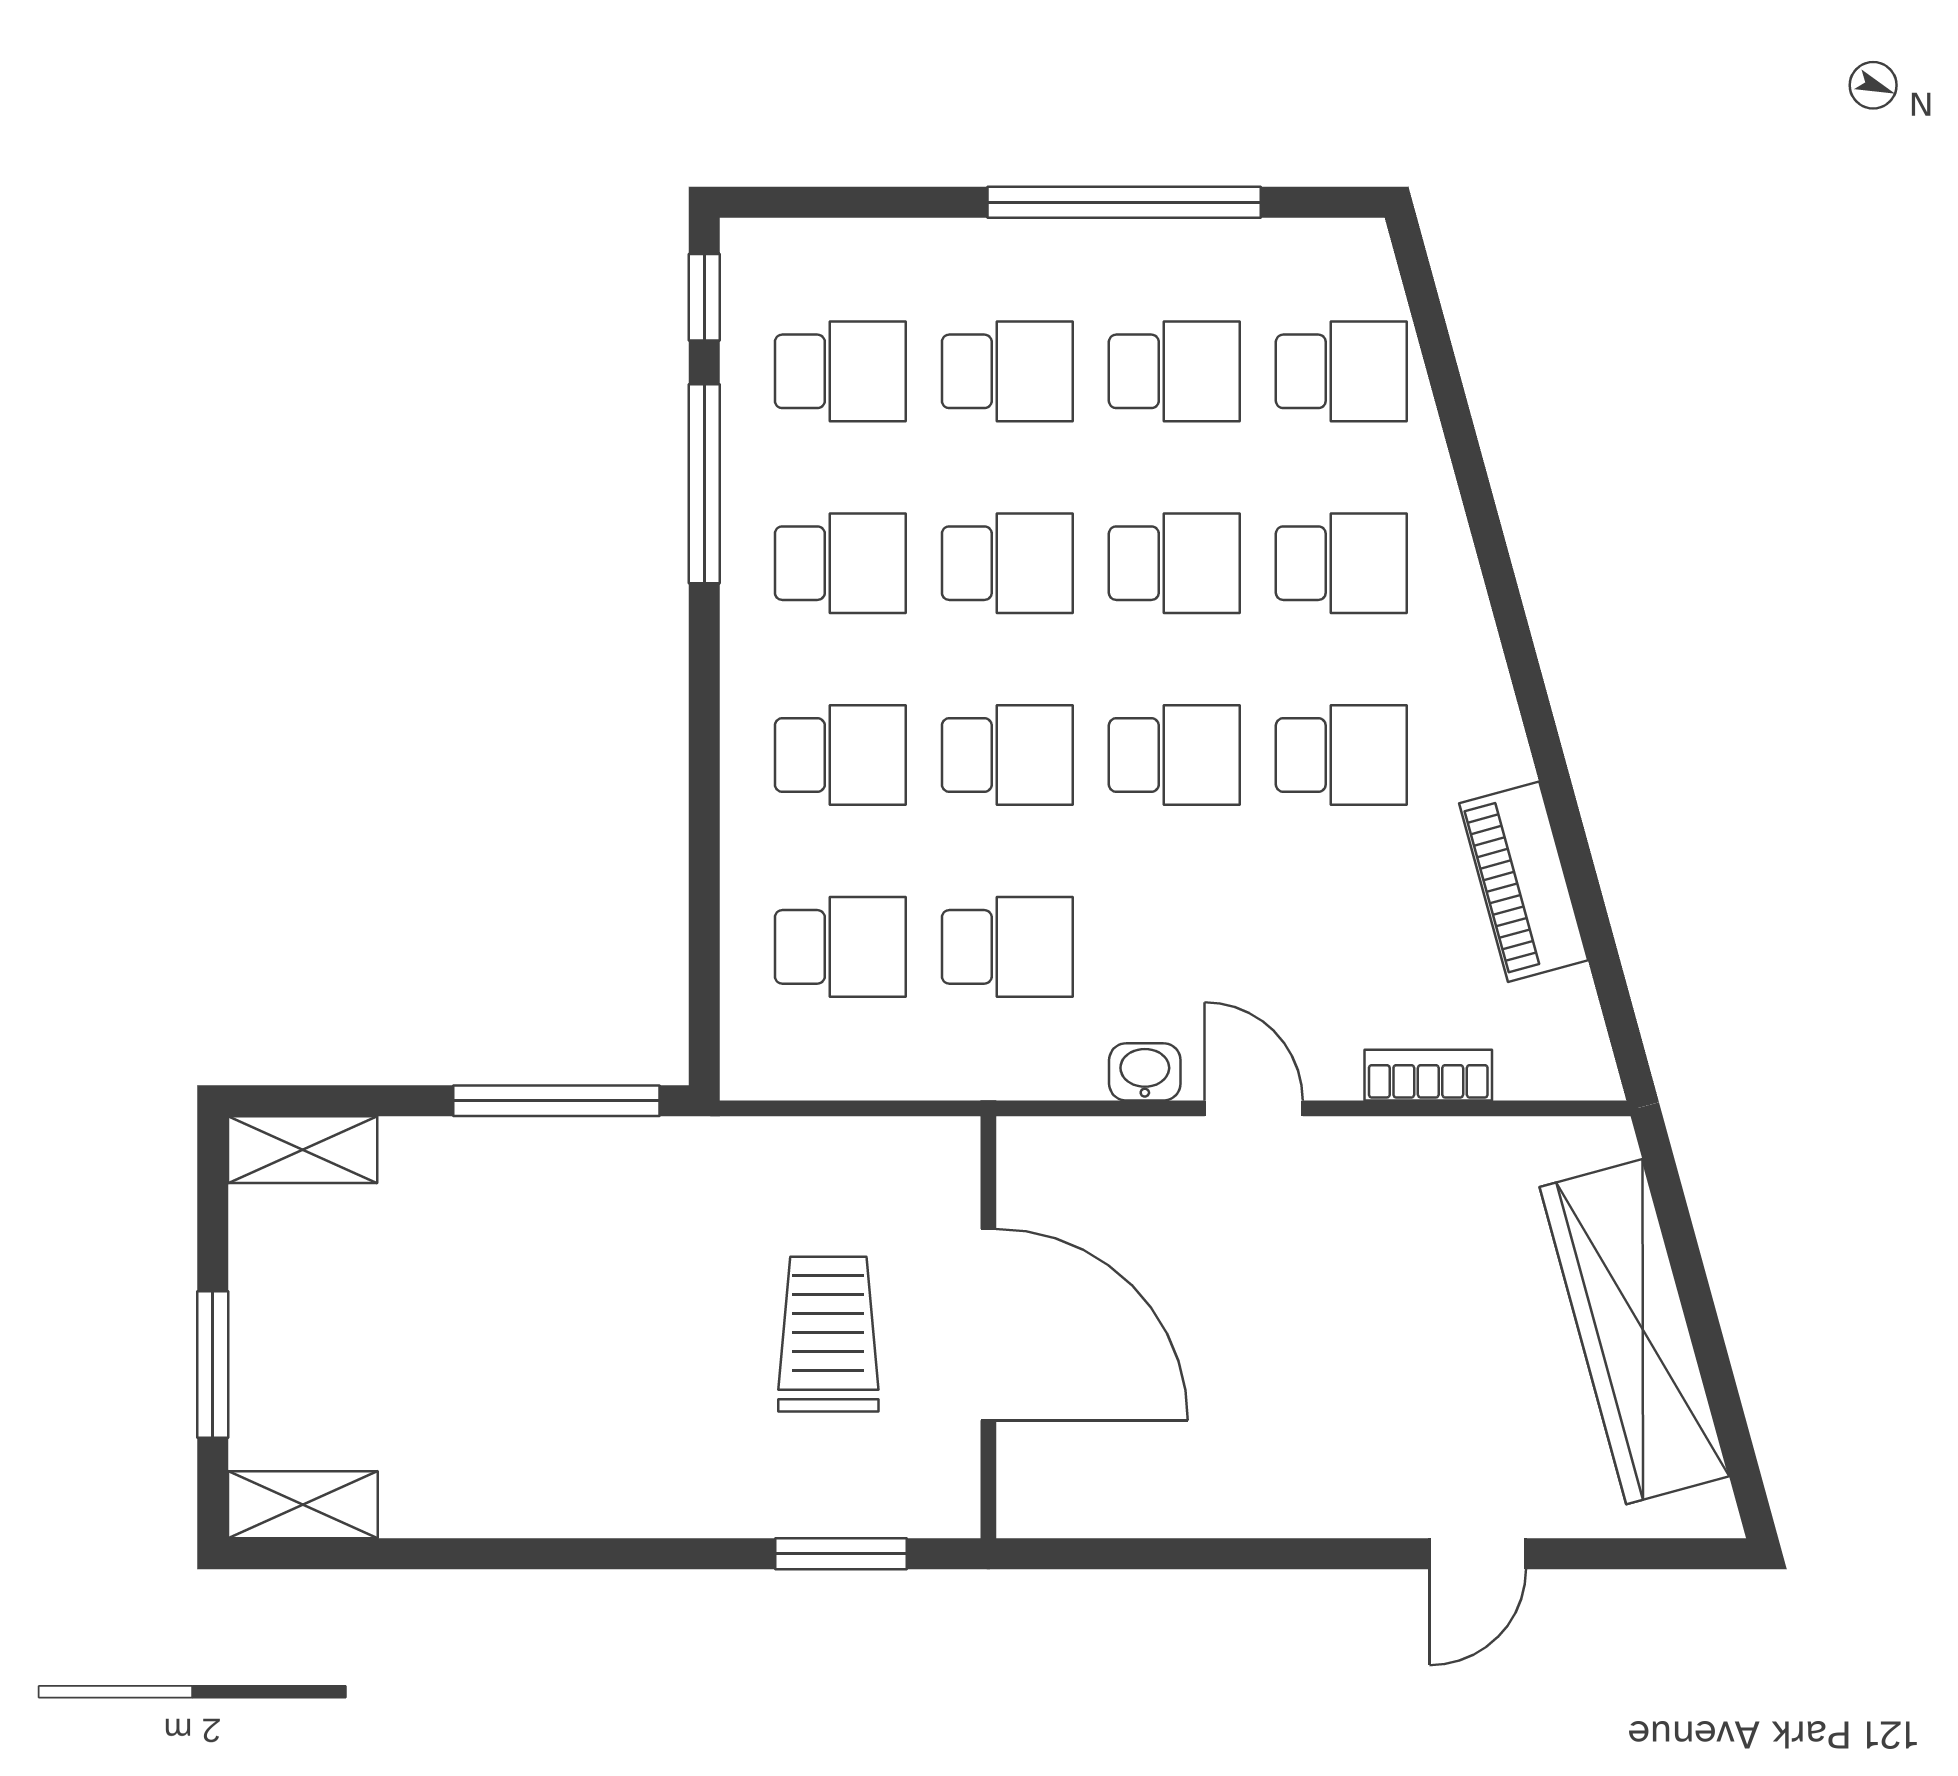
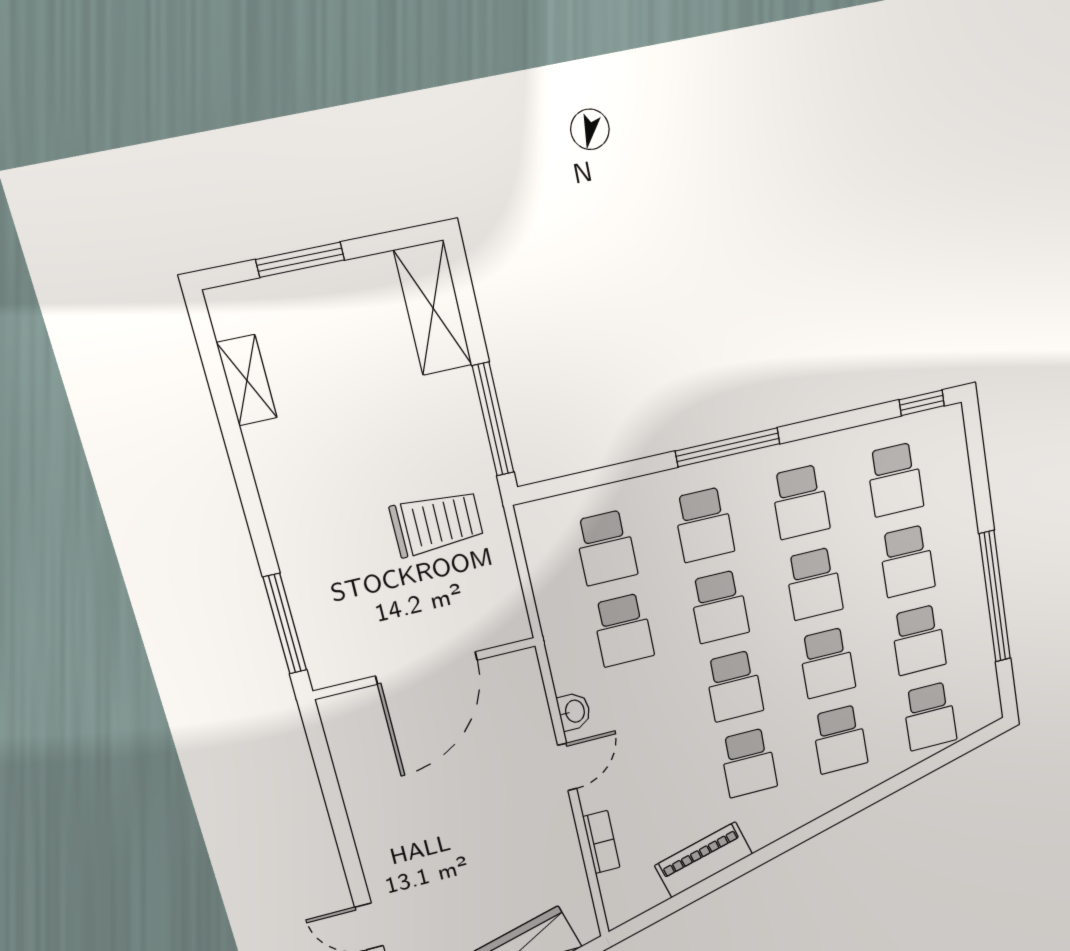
window: (704, 484) -> (728, 447), moved
shelving: (303, 1150) -> (433, 308), width x1.50, depth x1.33
trolley: (828, 1334) -> (437, 523), moved
shelving: (303, 1505) -> (247, 380), moved
window: (841, 1554) -> (285, 624), width x1.44

